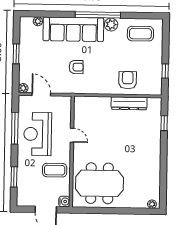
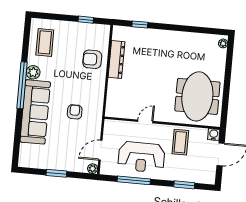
plant: (38, 21) -> (24, 148), removed

